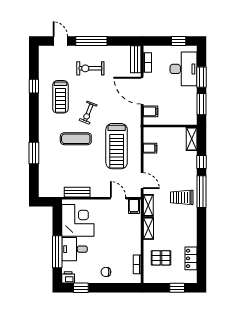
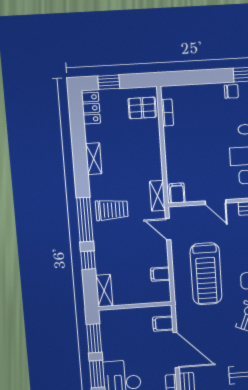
treadmill: (117, 146) -> (206, 274), turned 180
door: (118, 198) -> (216, 202), moved
shelving: (148, 228) -> (94, 159), moved
pallet: (161, 258) -> (142, 108), moved
locker: (191, 258) -> (91, 108), moved
chair: (106, 272) -> (231, 91), moved

